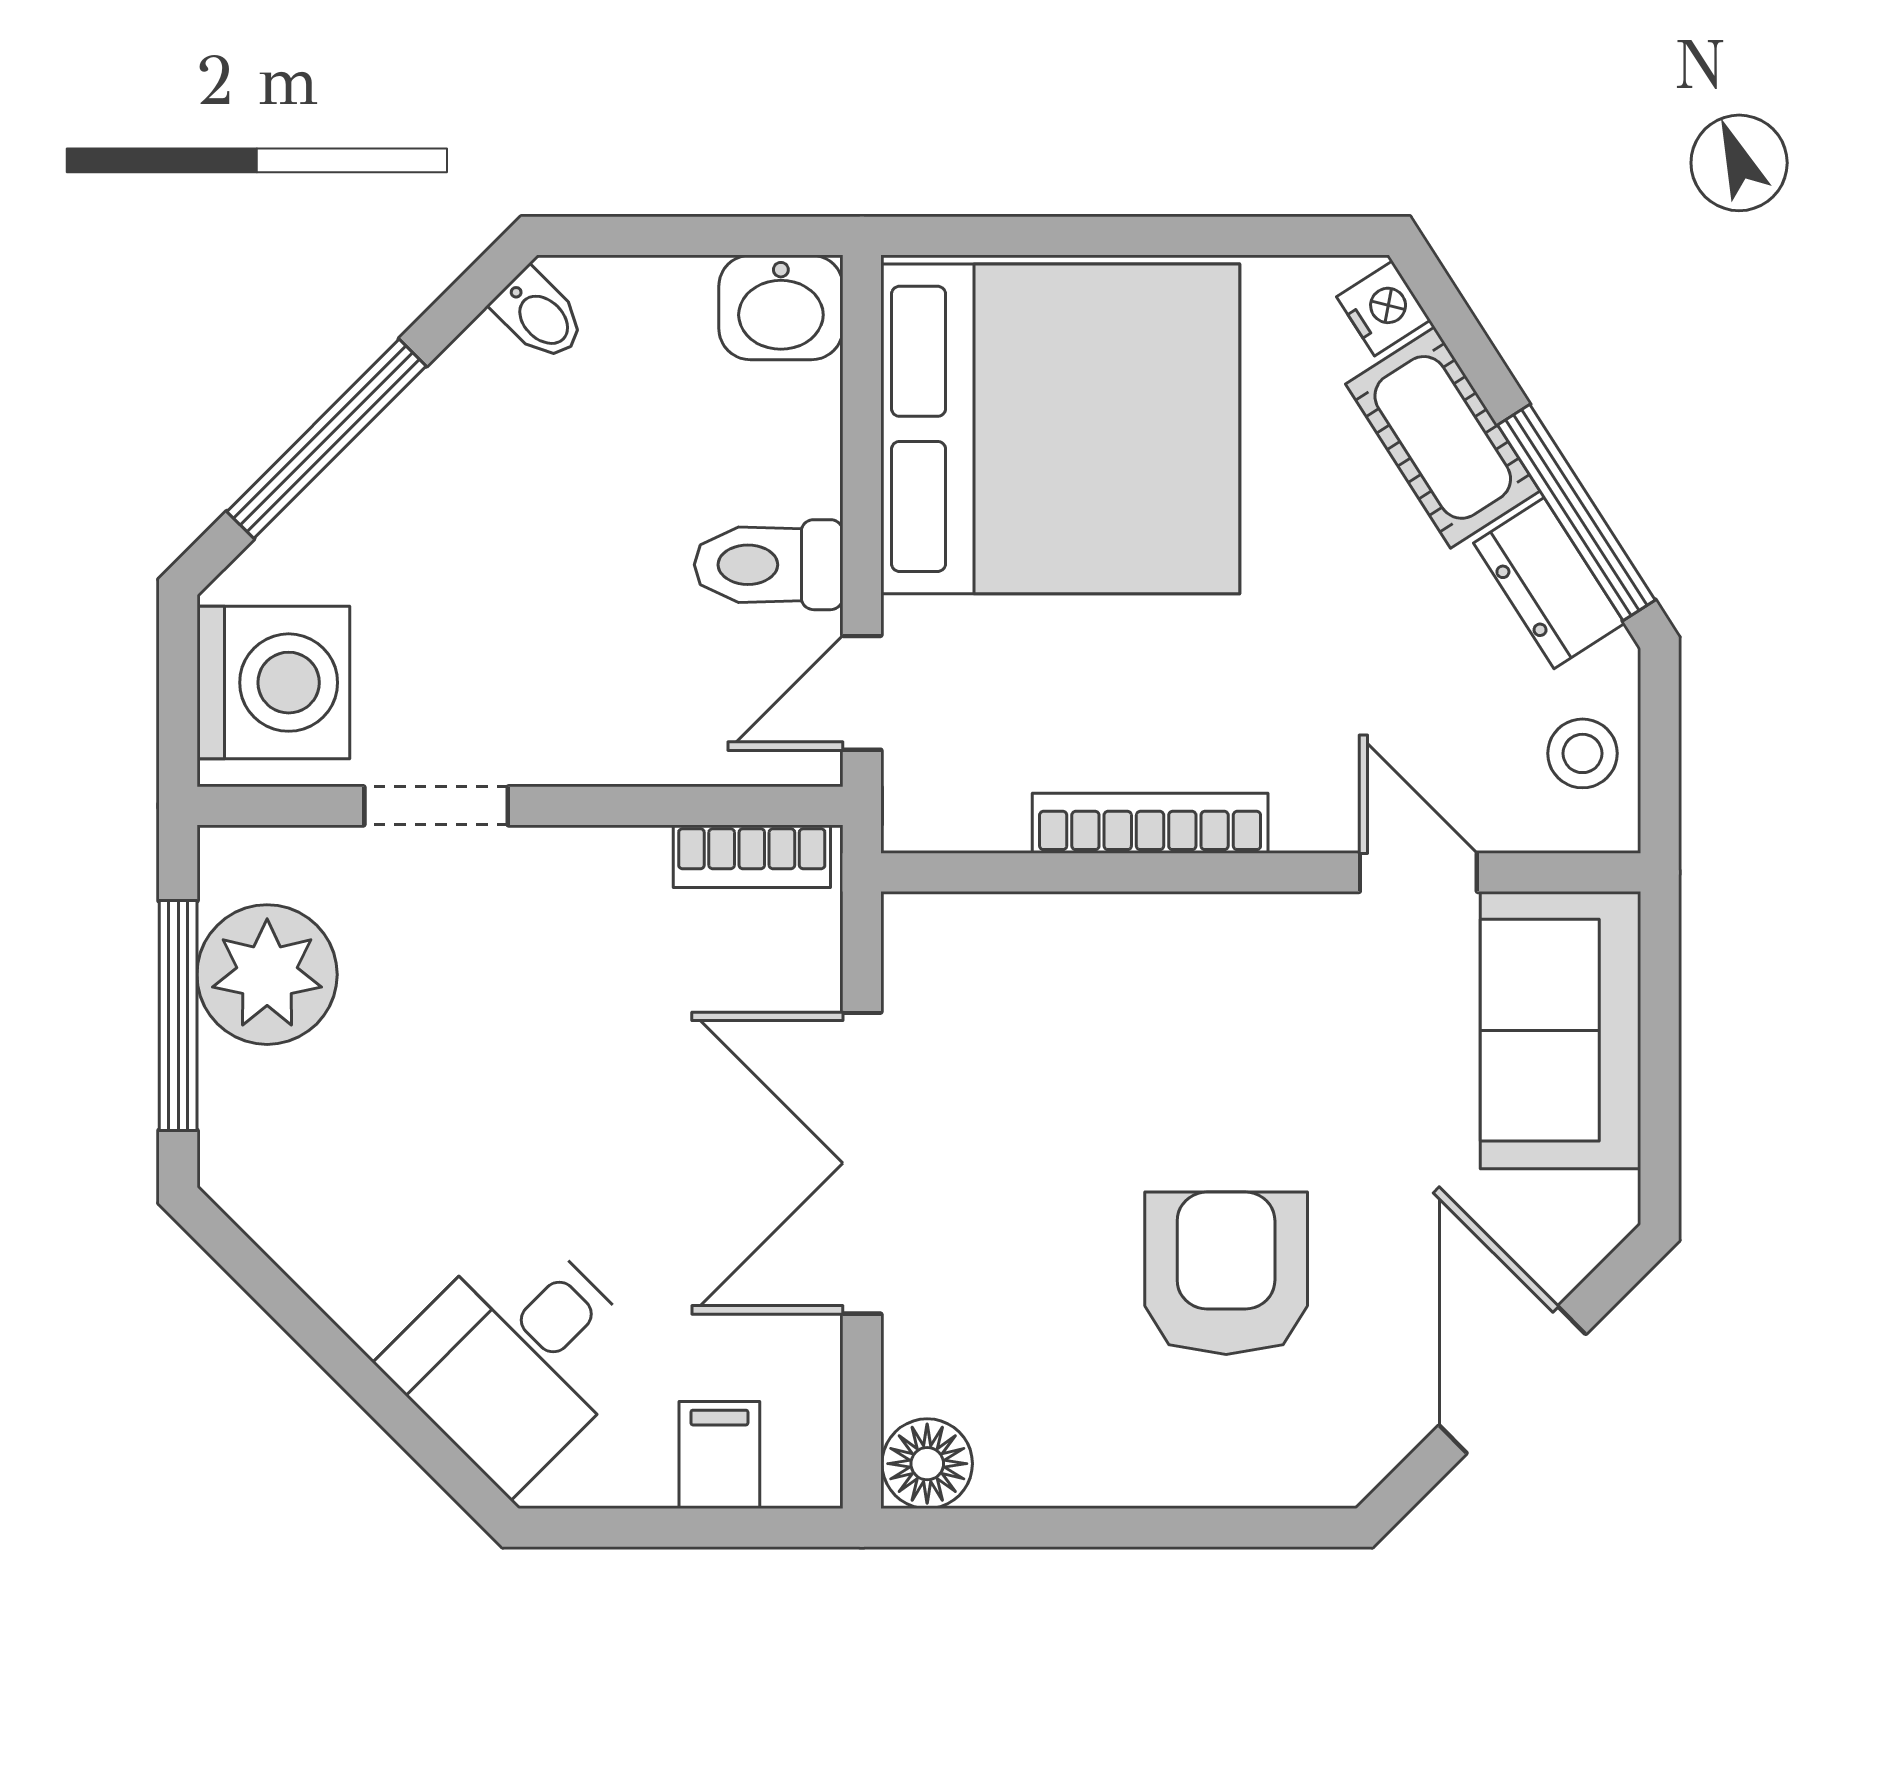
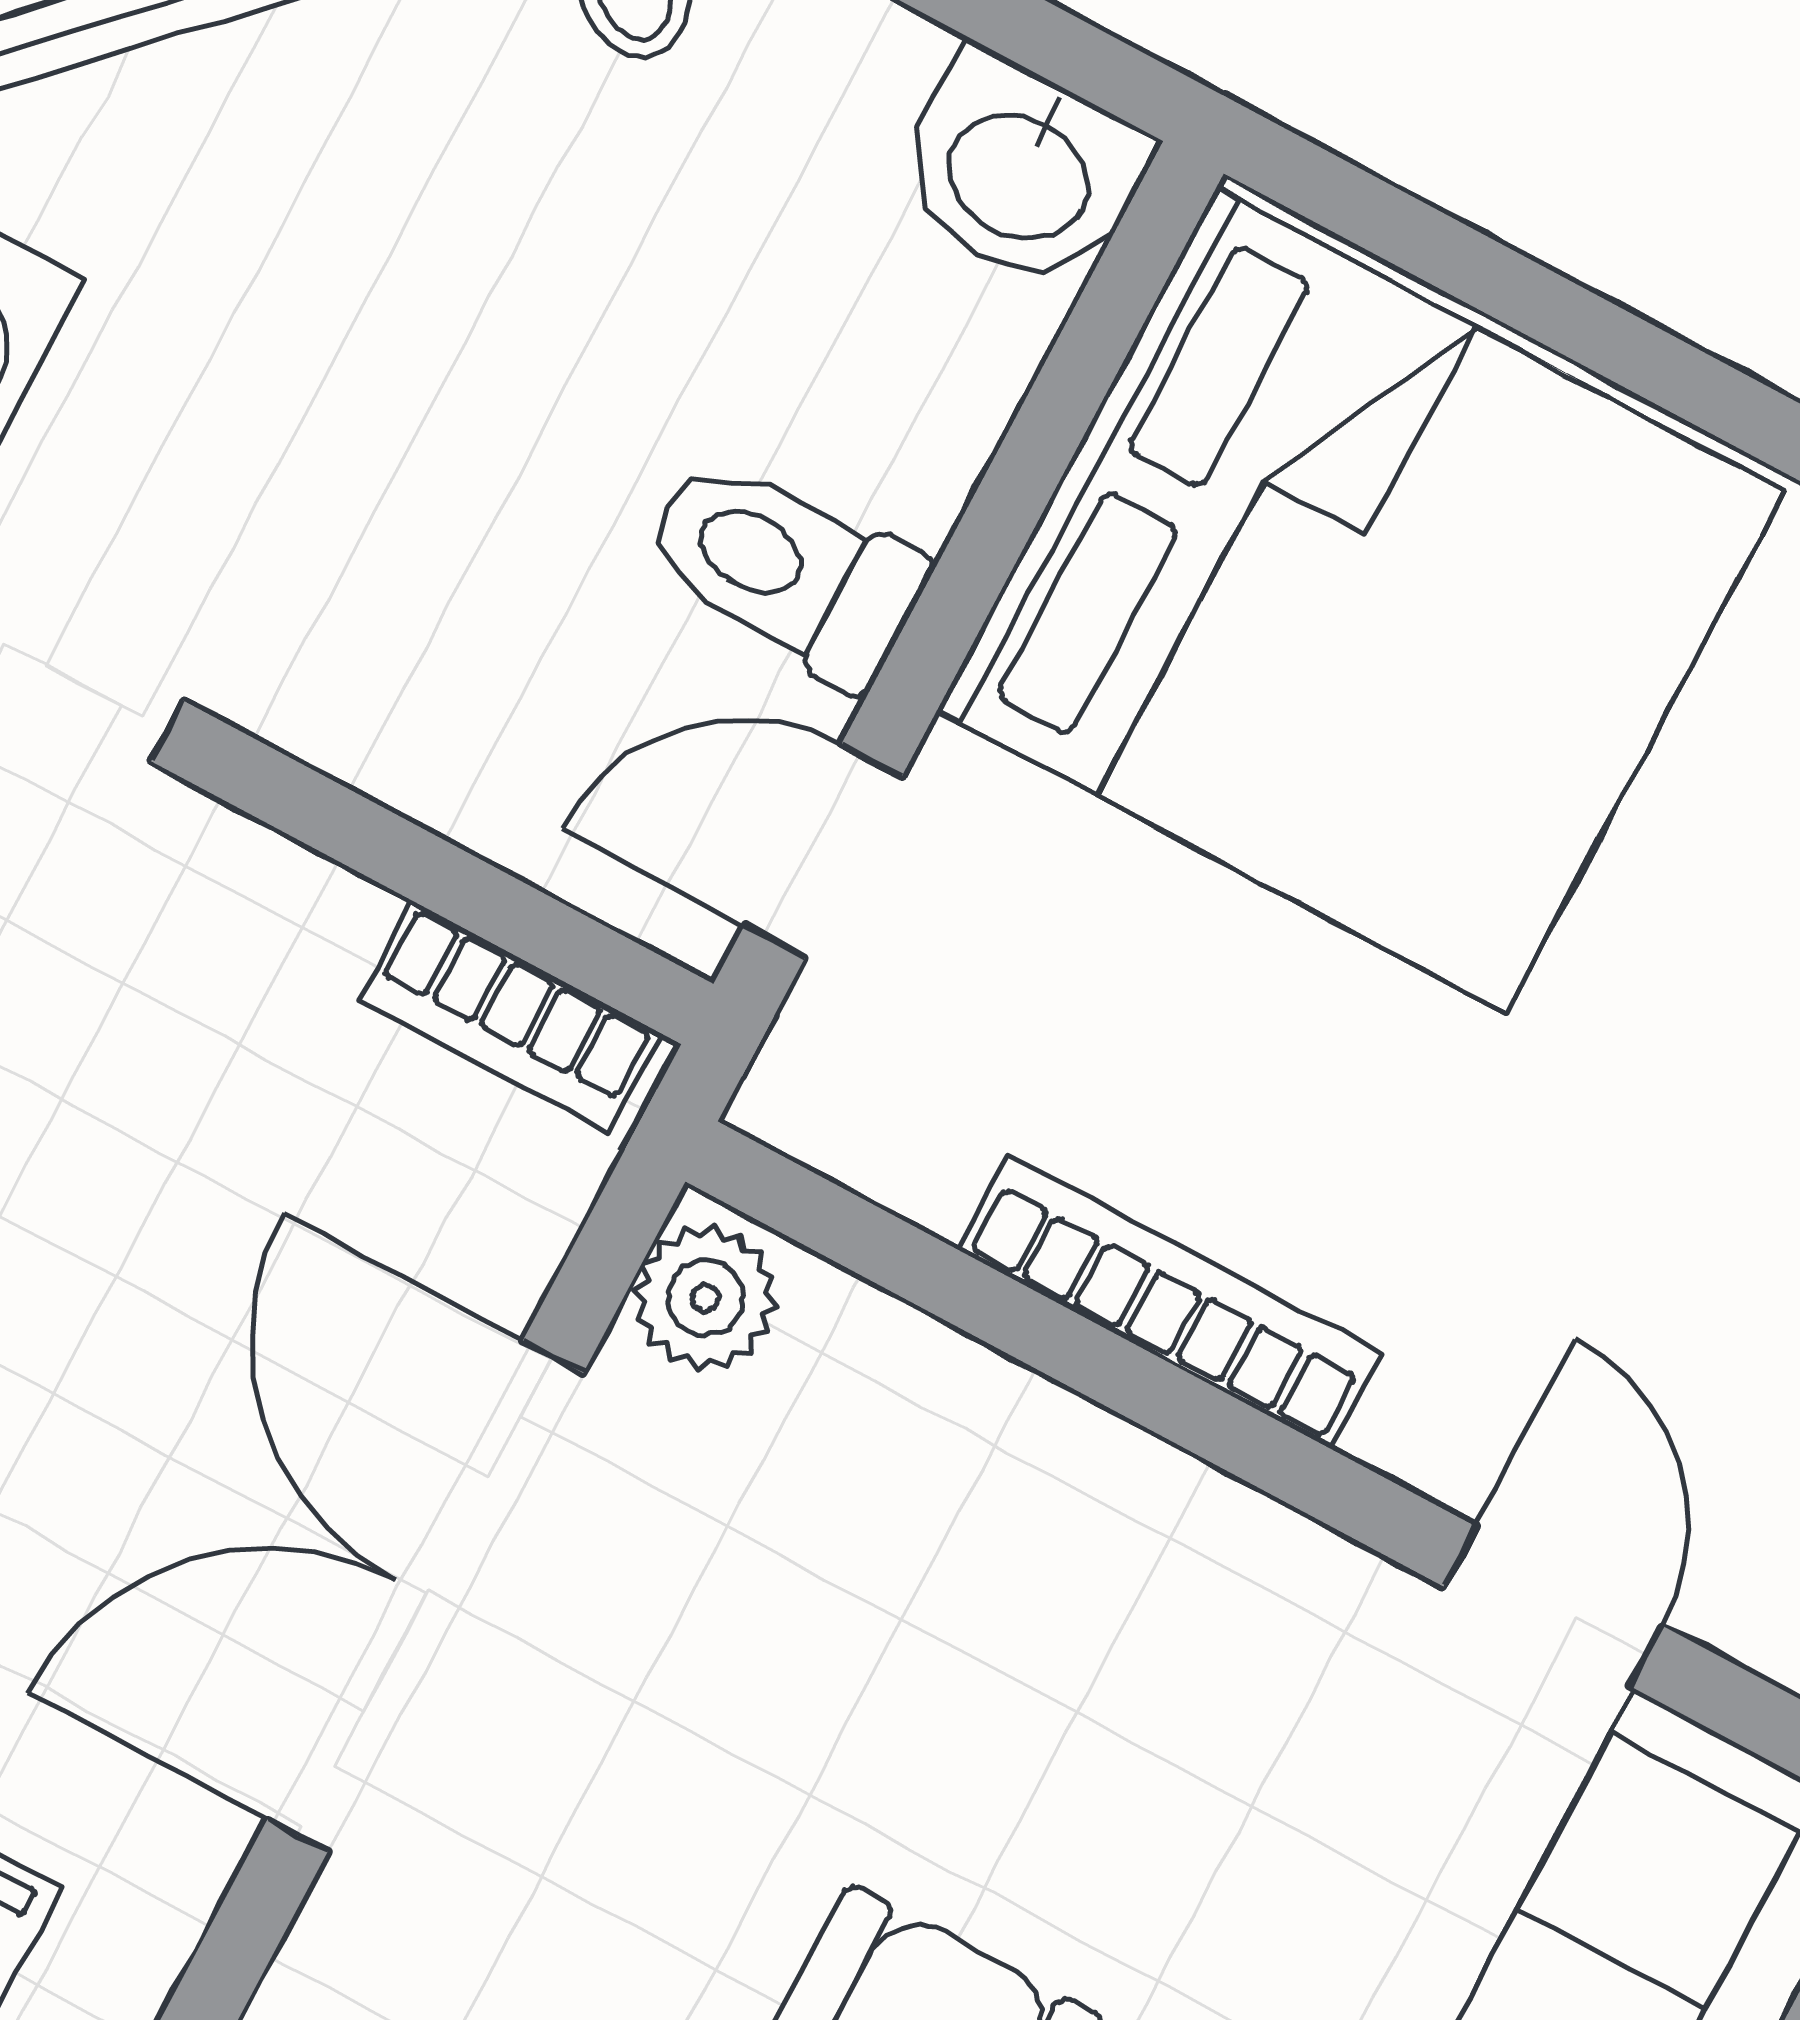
plant: (921, 943) -> (705, 1298), added

